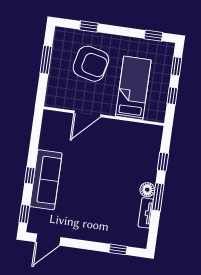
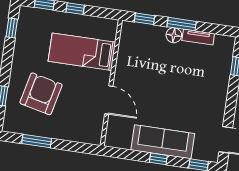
bed: (133, 88) -> (82, 52), moved
door: (87, 114) -> (109, 100), moved
wall: (104, 116) -> (111, 83), moved

